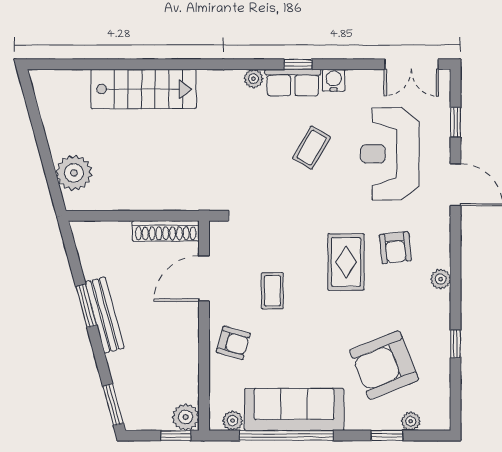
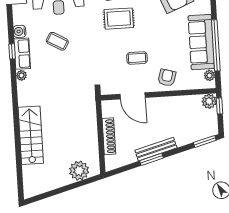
shoe rack: (166, 231) -> (109, 136), moved

